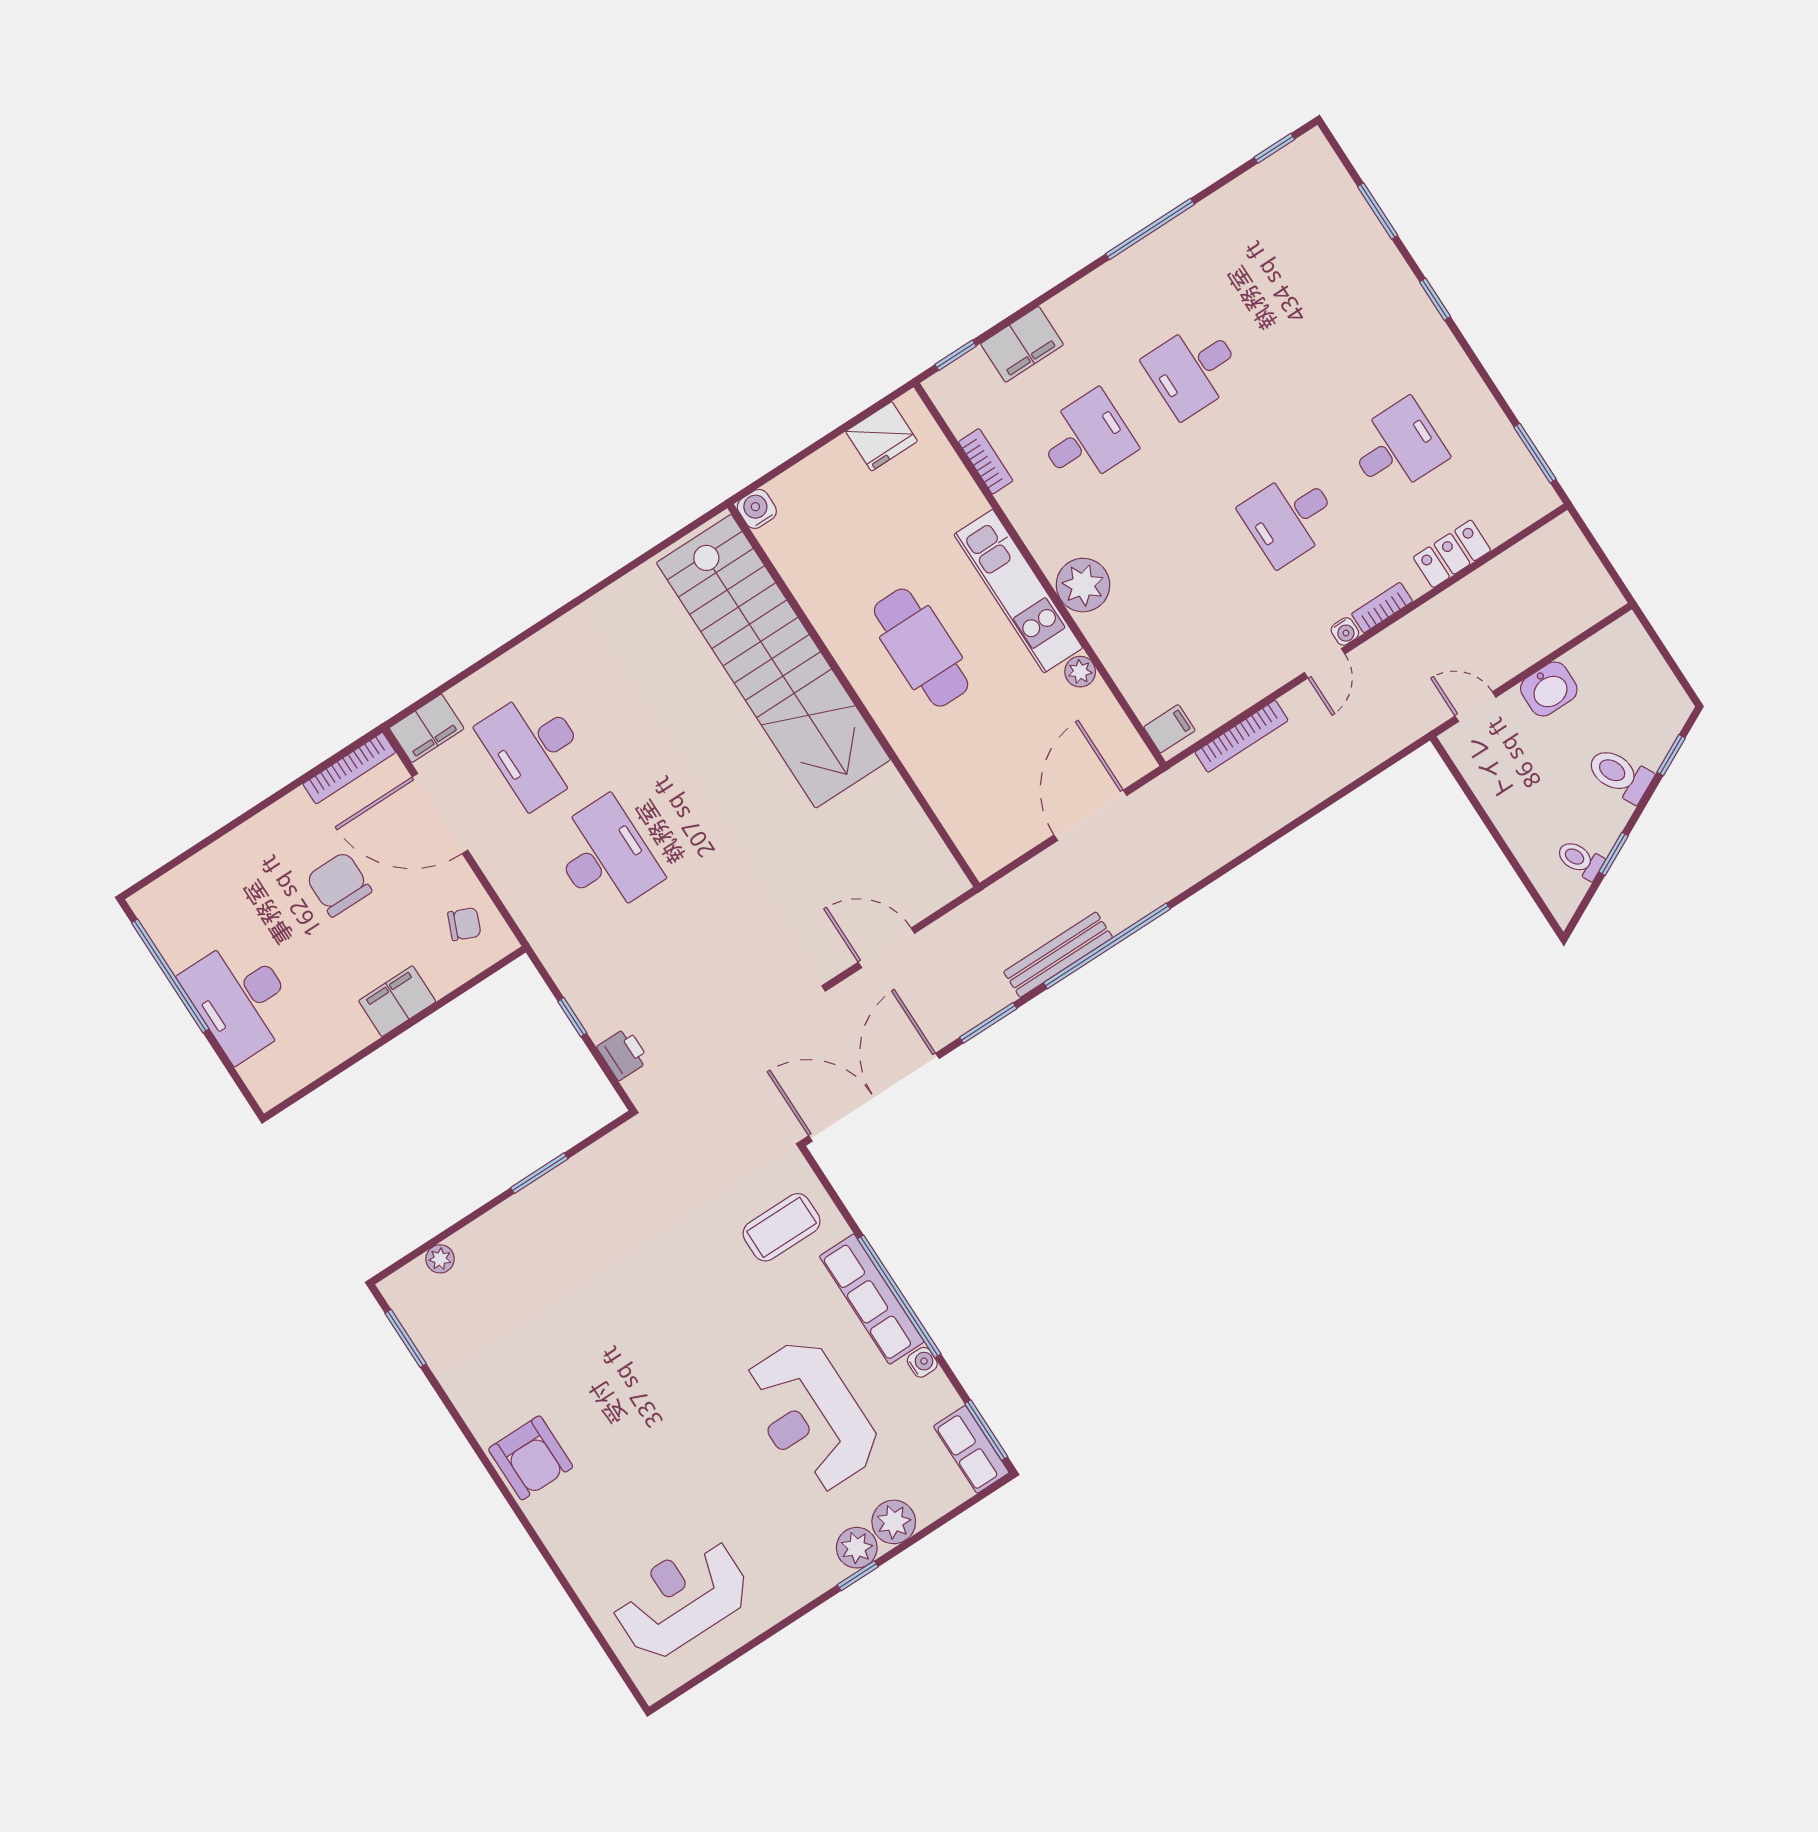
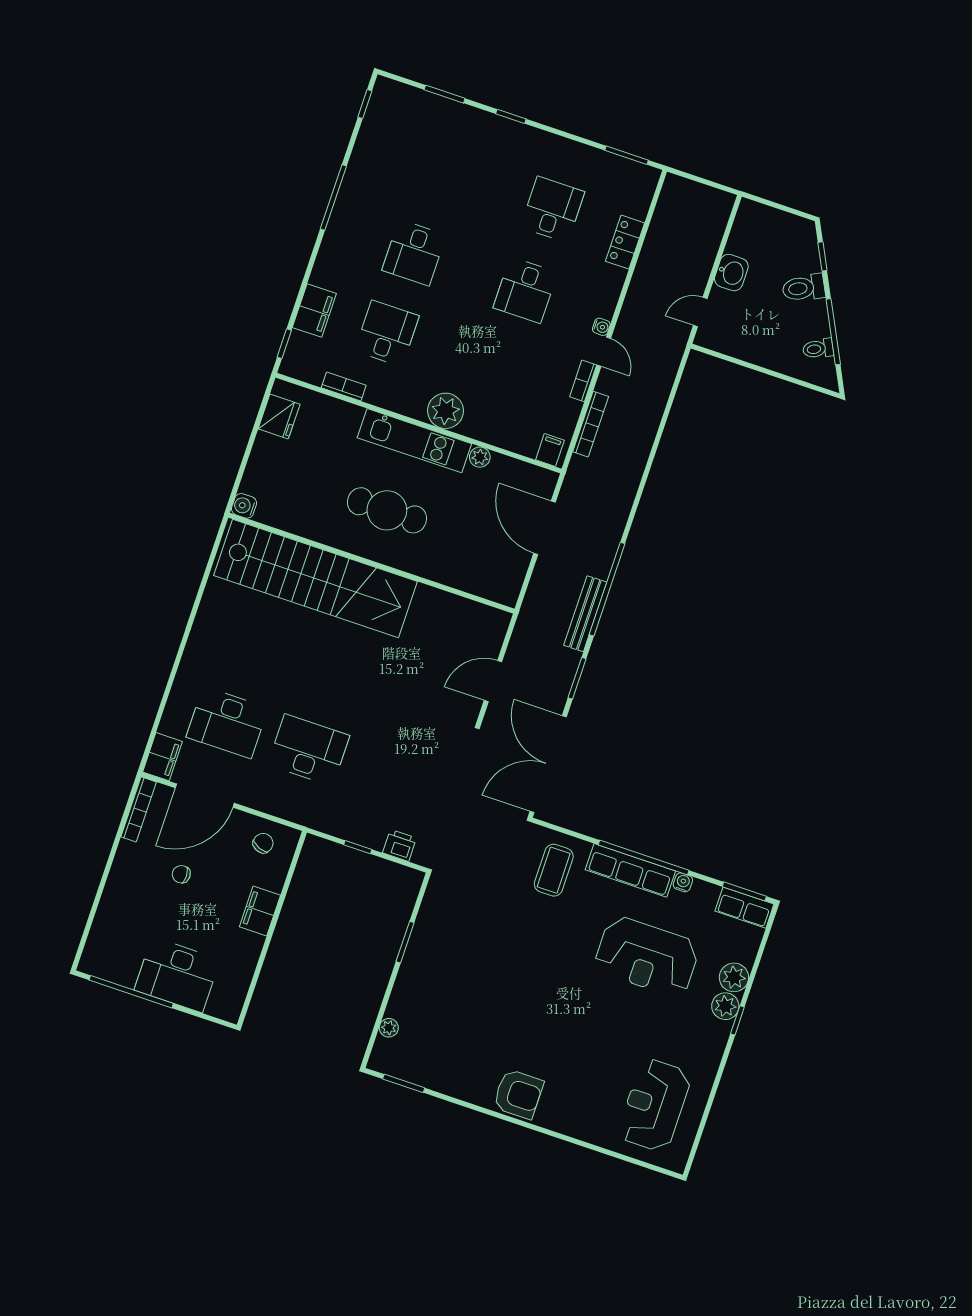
bookcase: (1382, 608) -> (583, 381), moved
window: (1613, 854) -> (833, 332), width x2.17
chair: (339, 884) -> (181, 874), width x0.54, depth x0.54

